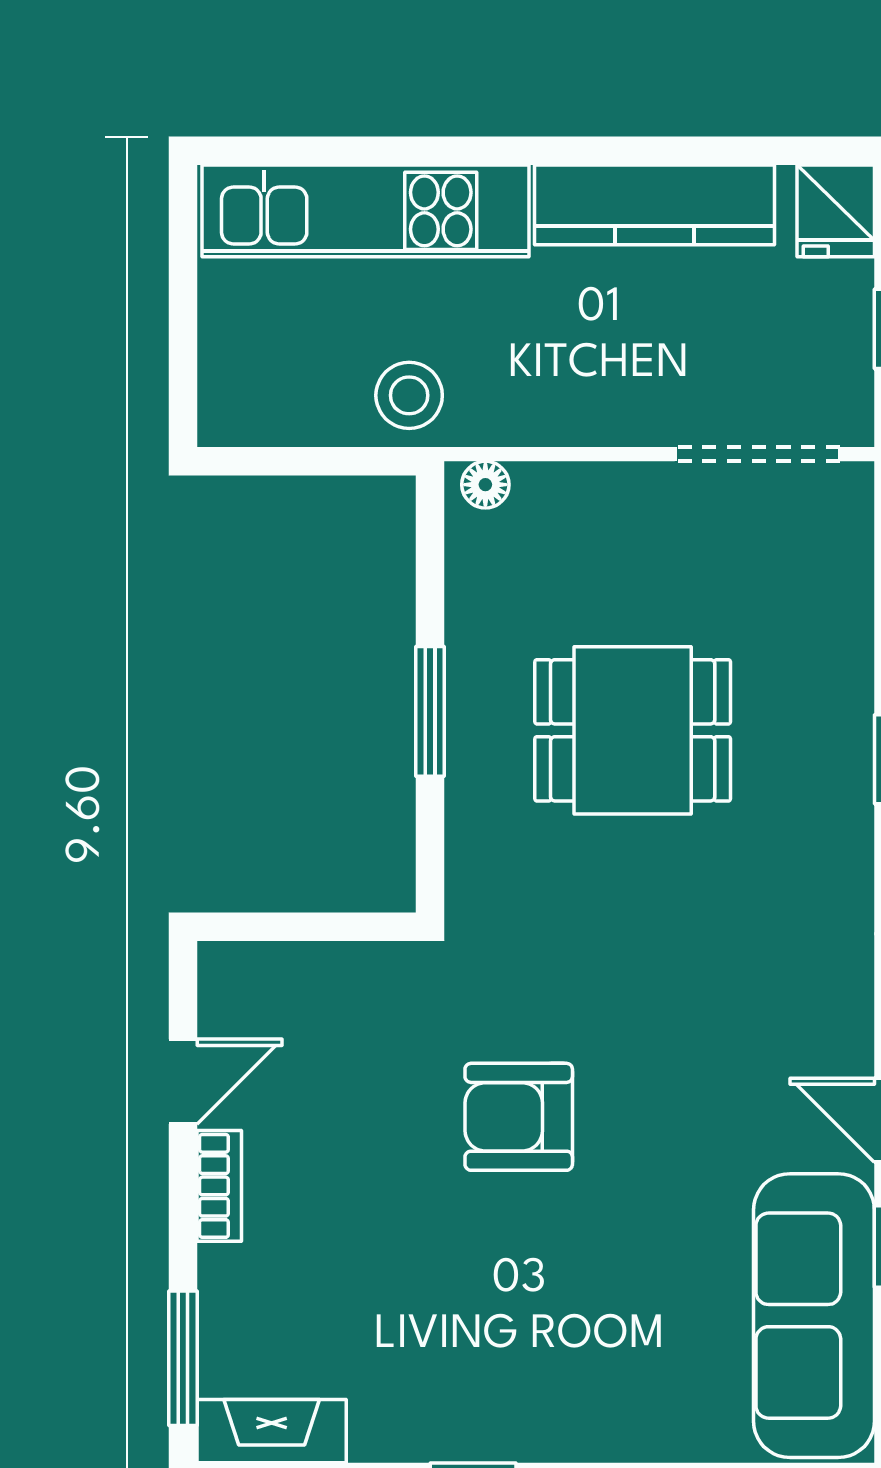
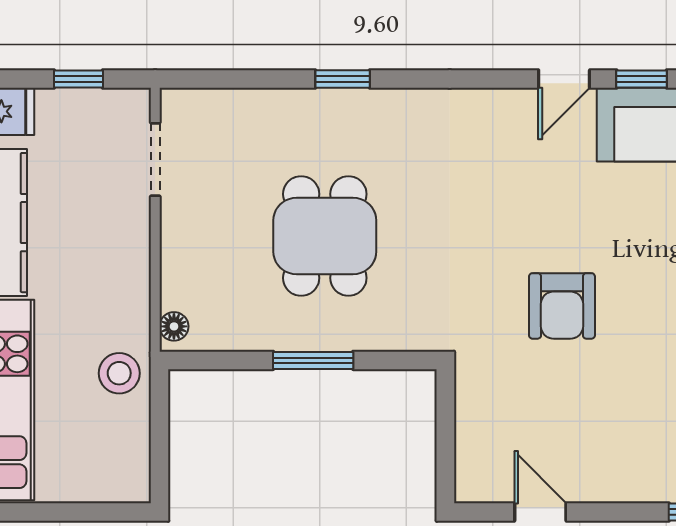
doorway: (757, 454) -> (155, 159), width x0.73
bookcase: (219, 1186) -> (604, 490), removed

